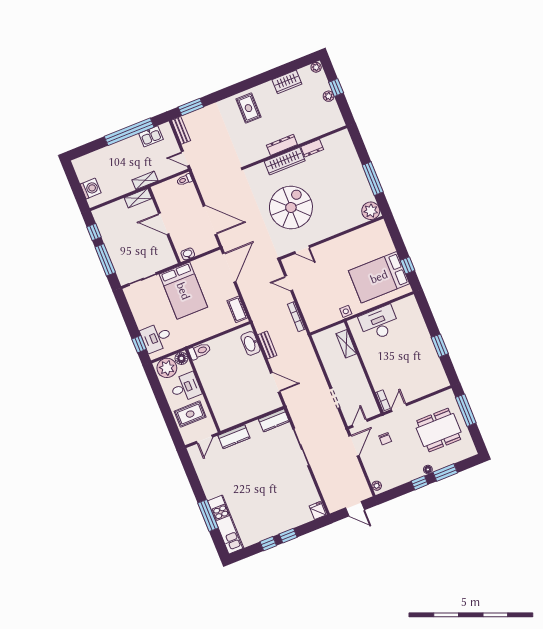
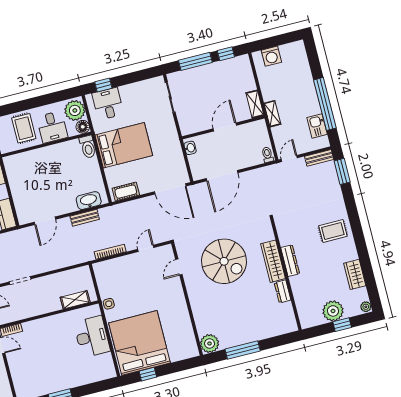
plant: (329, 96) -> (333, 311), width x1.87, depth x1.87
bed: (379, 277) -> (139, 343), width x1.36
bed: (183, 291) -> (124, 145), moved, turned 180

